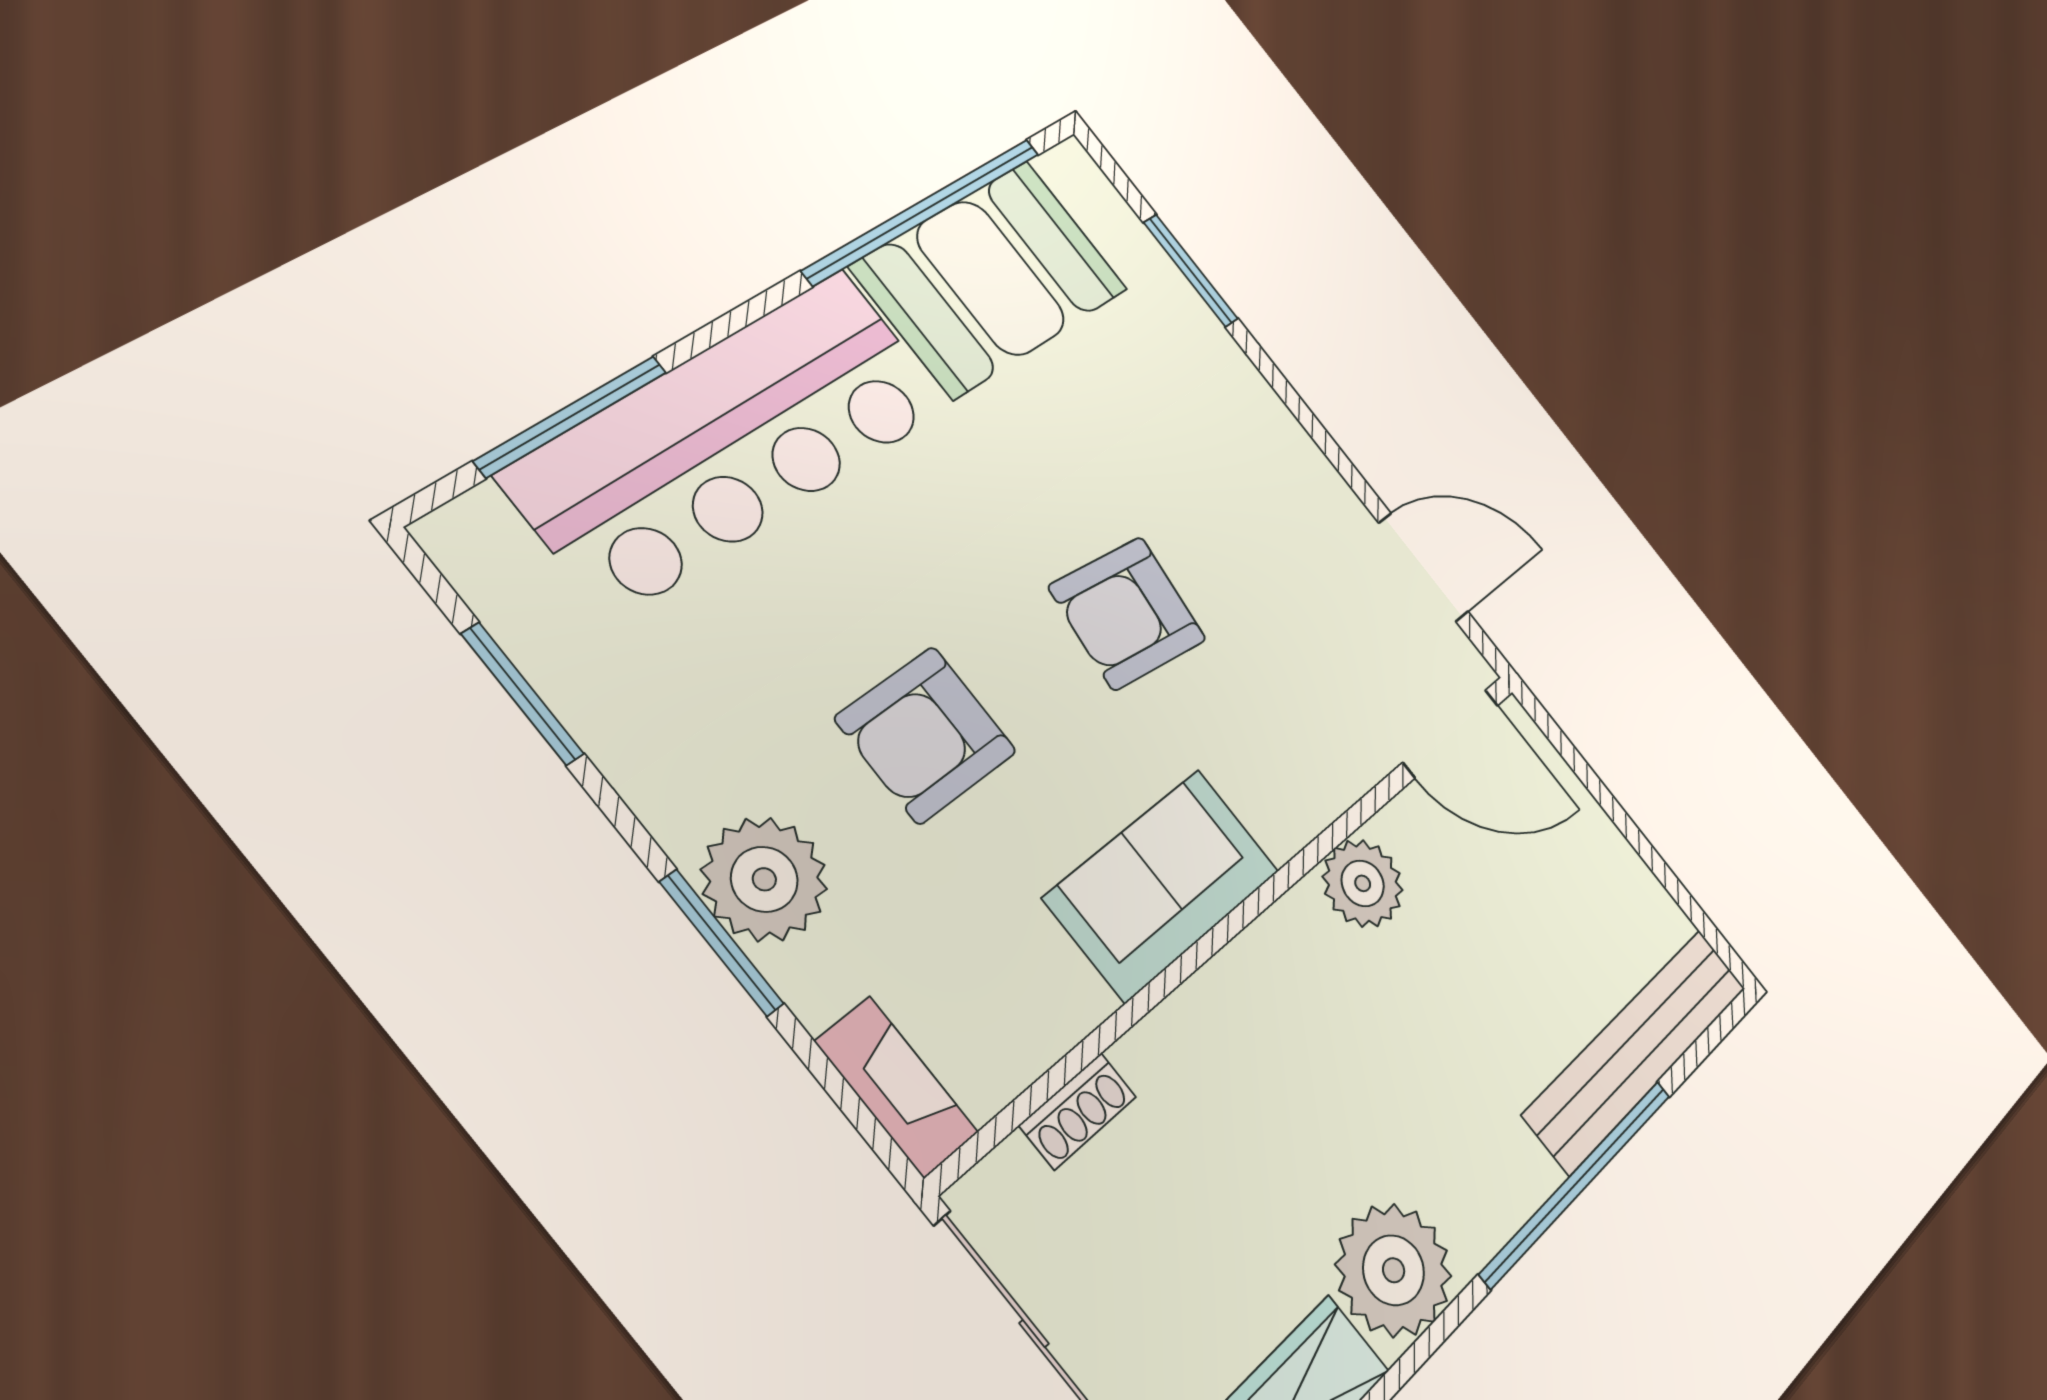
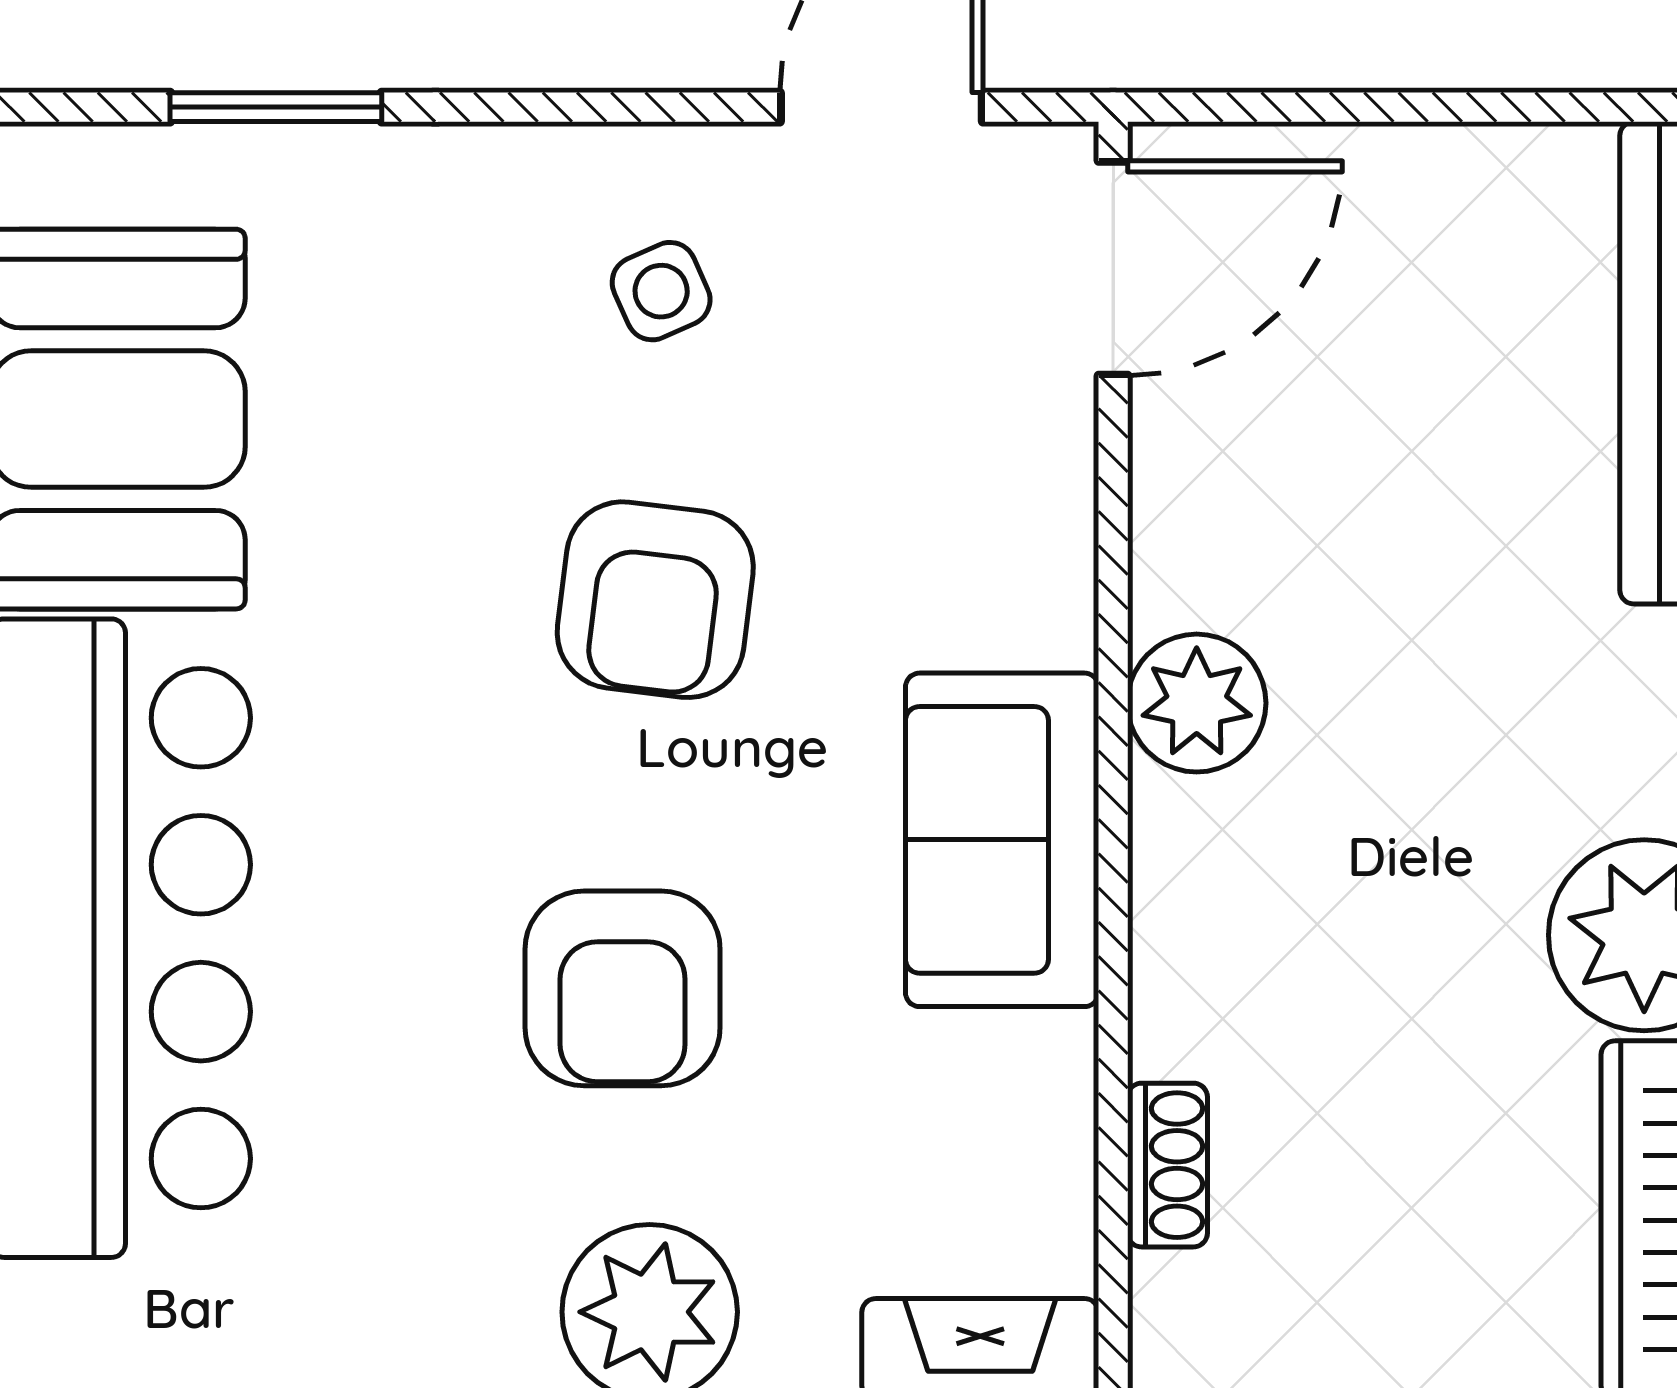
side table: (1264, 516) -> (661, 291), added
plant: (1363, 883) -> (1197, 703), moved

